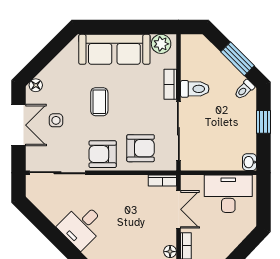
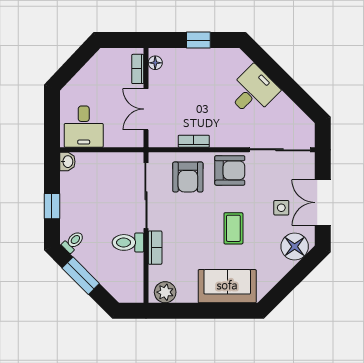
sofa: (114, 49) -> (227, 286), width x0.73
floor lamp: (36, 85) -> (295, 247), width x1.89, depth x1.89
armchair: (141, 148) -> (188, 177), turned -90
bookcase: (162, 180) -> (194, 141), moved
desk: (228, 194) -> (84, 127), width x0.73

